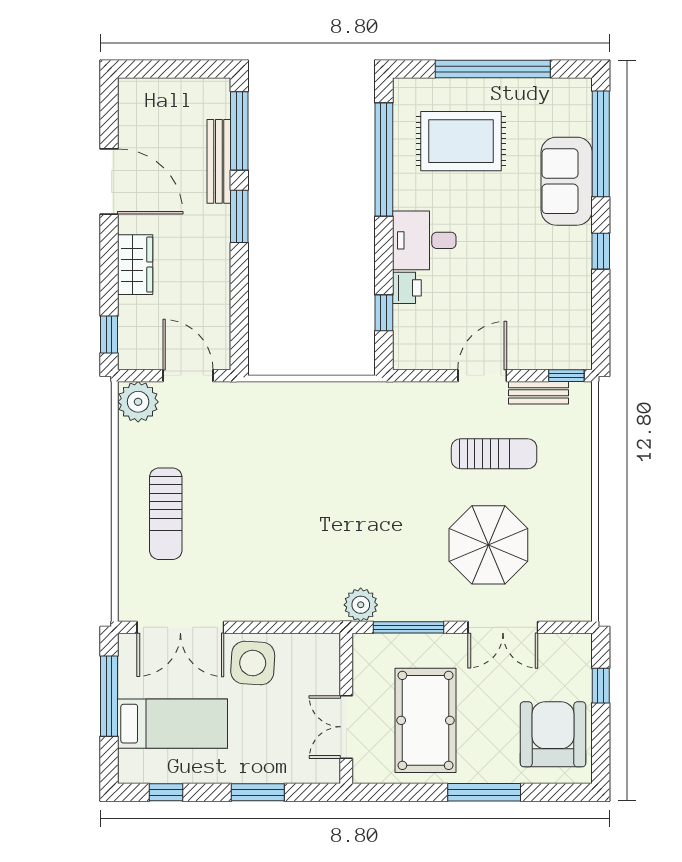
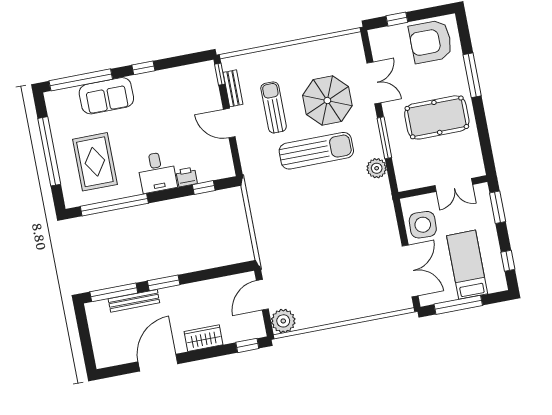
sun lounger: (166, 514) -> (316, 151), moved, width x1.36, depth x1.34
wall: (346, 708) -> (443, 187), moved
double door: (346, 727) -> (454, 185), moved

